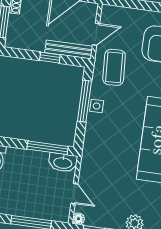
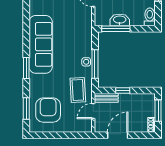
bench: (69, 49) -> (106, 98), width x0.73
washbasin: (63, 163) -> (120, 20), moved

